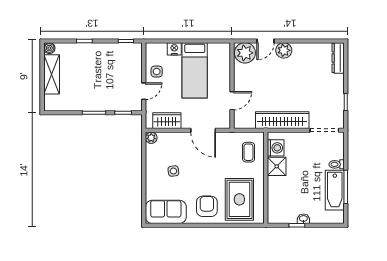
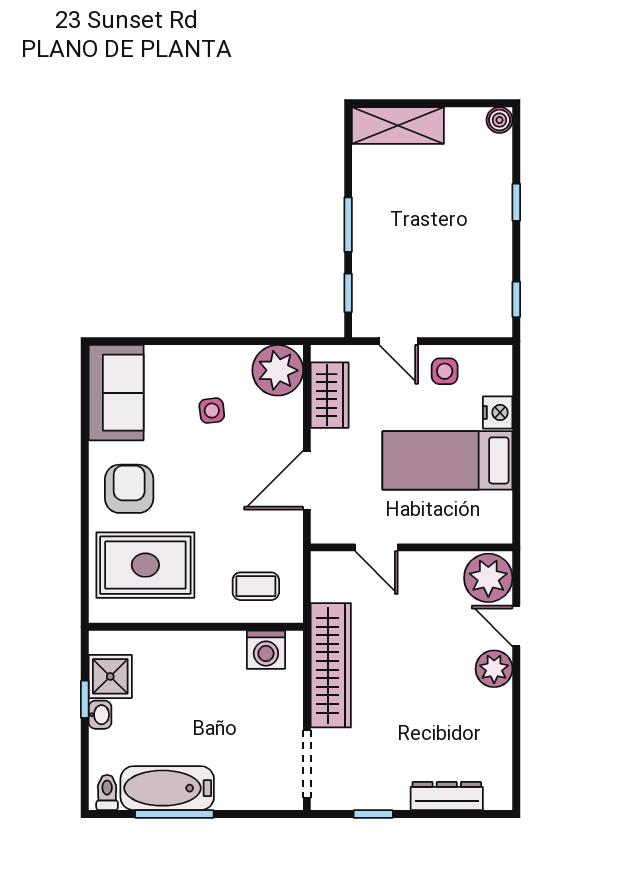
dresser: (338, 58) -> (447, 796), moved
shelving: (52, 74) -> (398, 125), moved
plant: (151, 138) -> (278, 370), width x1.88, depth x1.88
toilet: (337, 164) -> (107, 792), moved
shower: (277, 166) -> (110, 676), moved
armchair: (207, 206) -> (129, 489), turned -90

